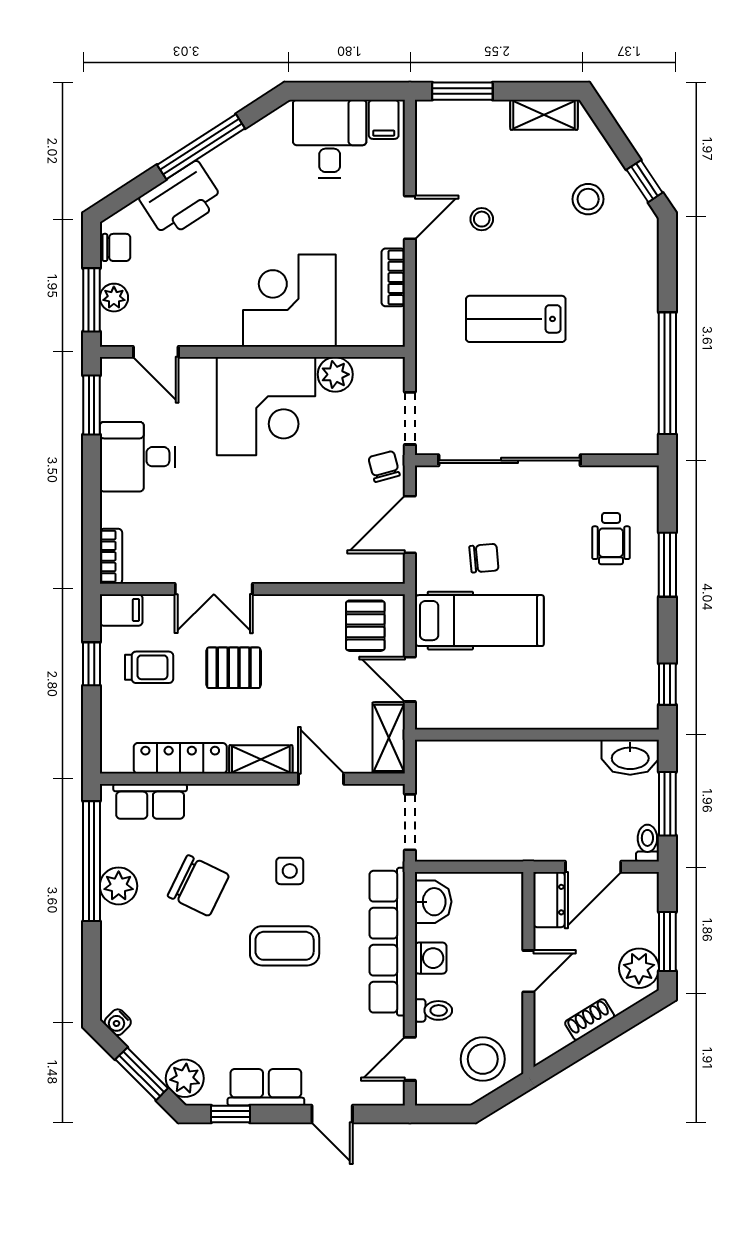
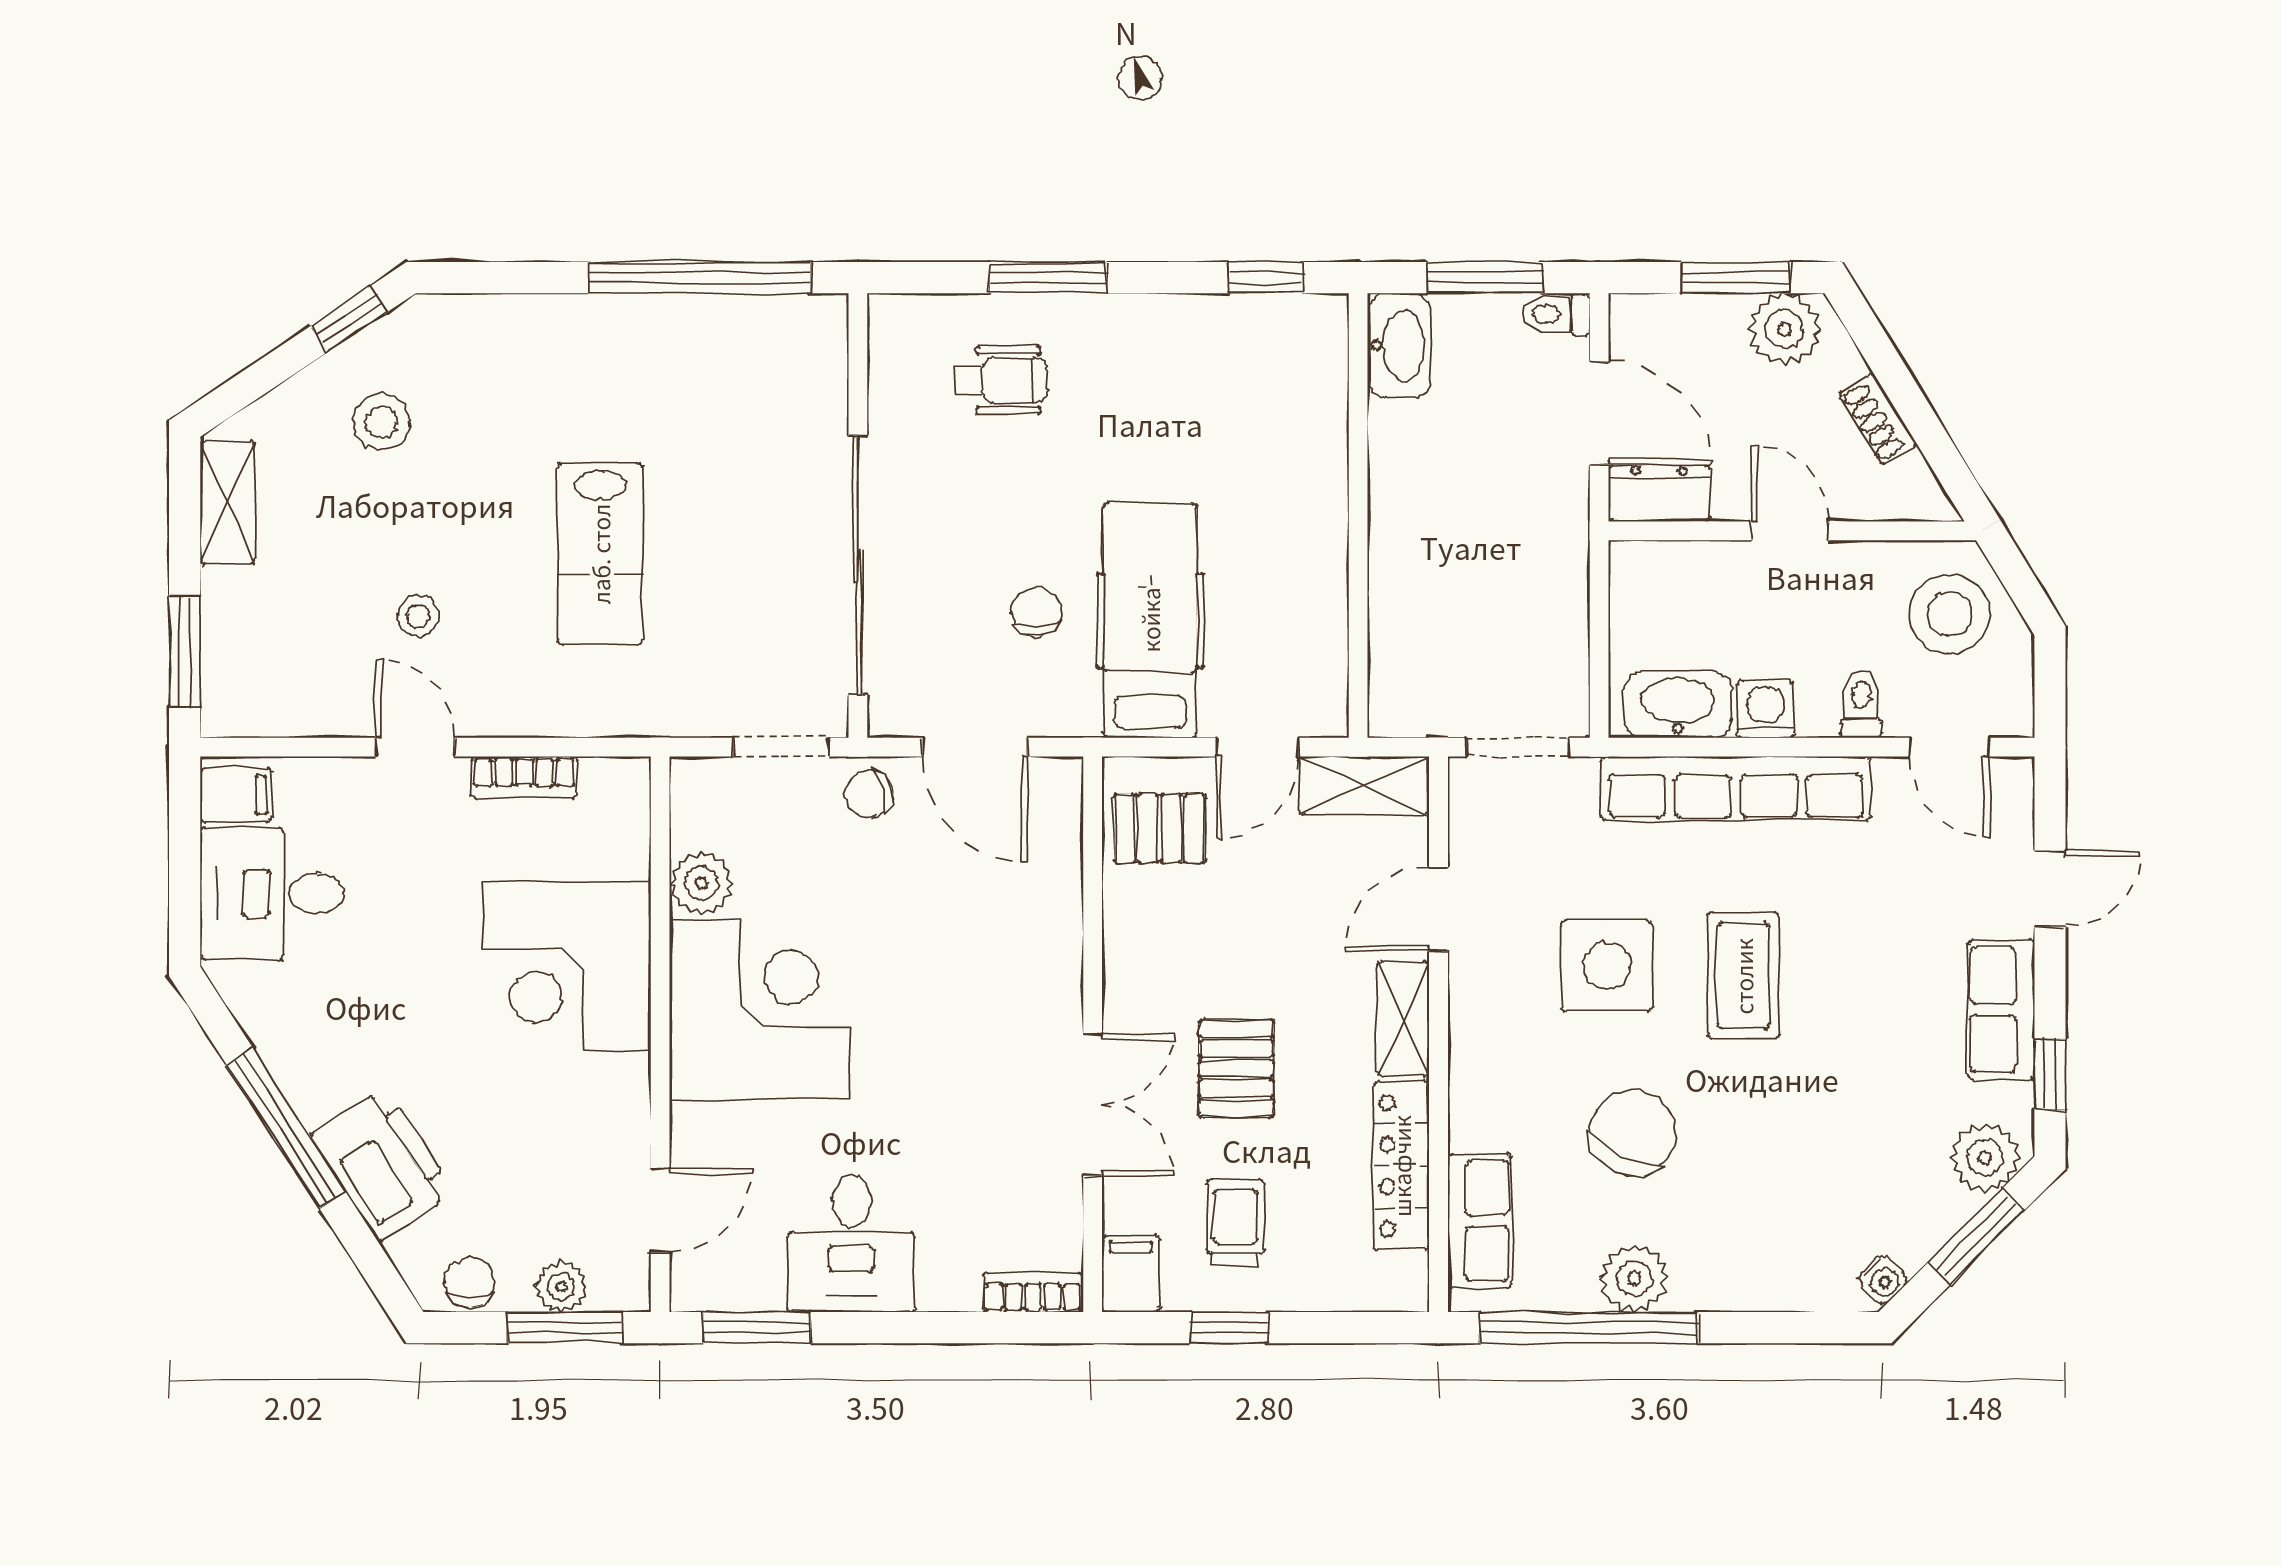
side table: (290, 871) -> (1607, 966), width x1.87, depth x1.87
washbasin: (433, 902) -> (1678, 705), width x1.38

